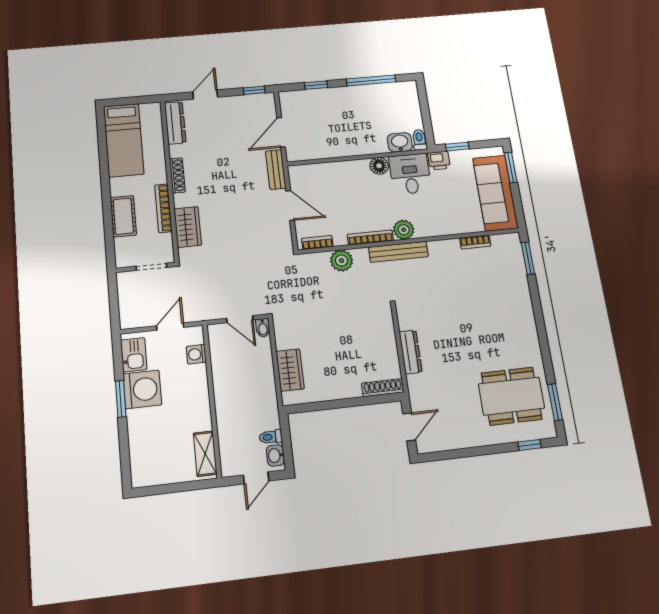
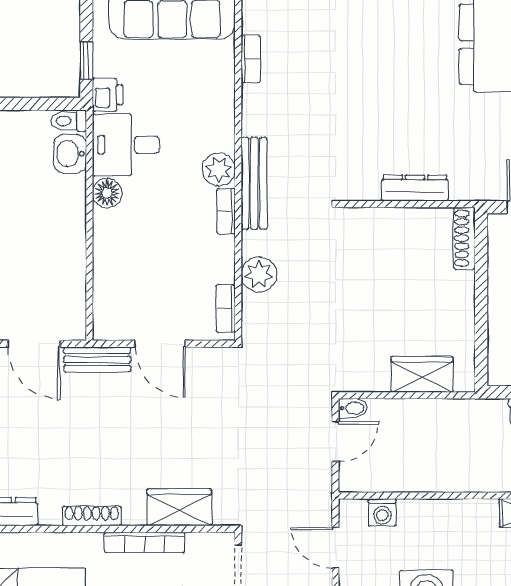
door: (290, 206) -> (160, 344), swing flipped
bookcase: (370, 237) -> (226, 211), width x0.64

